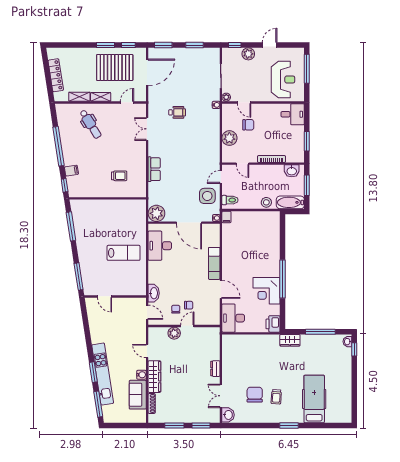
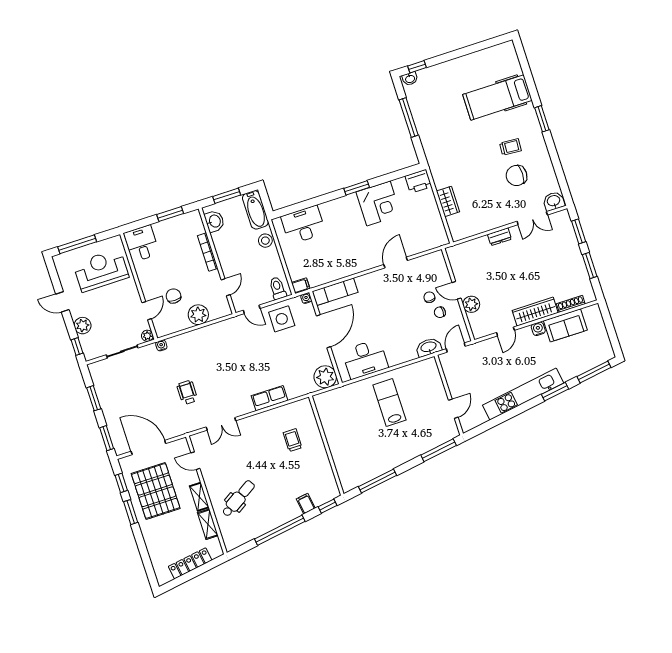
exam couch: (214, 263) -> (335, 292), moved
window: (283, 279) -> (357, 188), width x0.47
desk: (233, 318) -> (303, 225), moved, turned 180
wardrobe: (290, 340) -> (448, 201), moved
kitchen unit: (103, 374) -> (523, 394), moved

